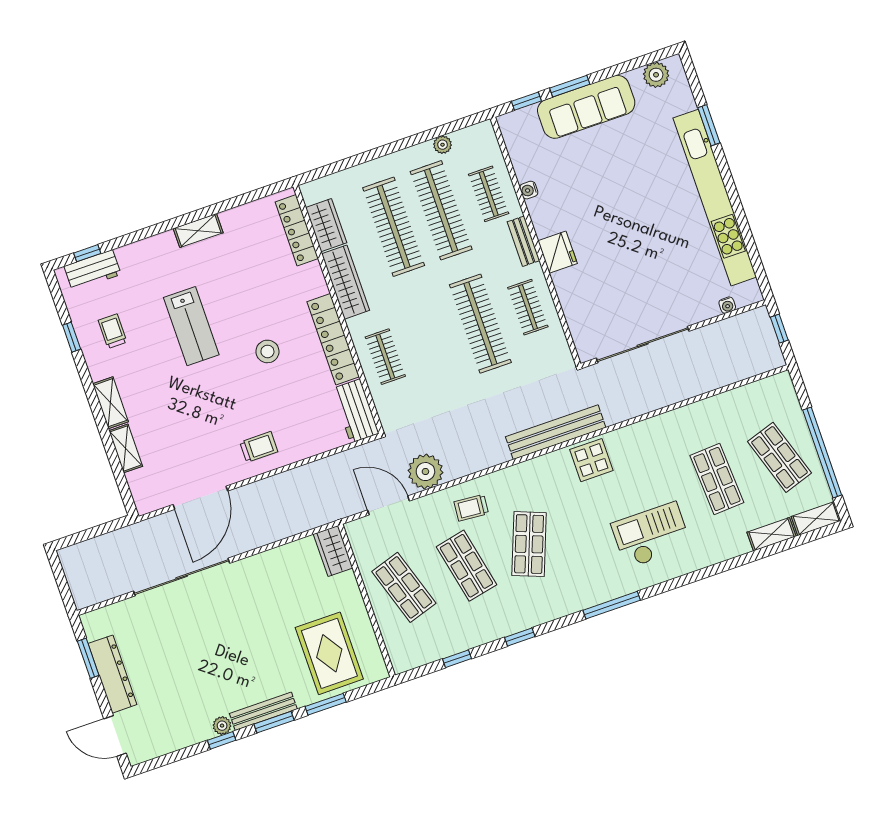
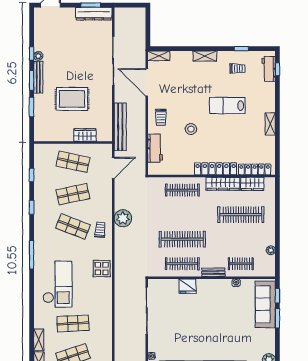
sofa: (586, 107) -> (265, 304), moved
clothes rail: (441, 210) -> (241, 239), removed
fridge: (558, 252) -> (187, 286), moved
clothes rail: (528, 307) -> (182, 264), width x1.36
locker: (333, 339) -> (216, 169), moved
stool: (267, 351) -> (191, 129), moved
clothes rail: (385, 357) -> (182, 190), width x1.36
workbench: (355, 411) -> (155, 148), moved, turned 90
bench: (556, 432) -> (120, 127), moved
shelving: (126, 448) -> (159, 56), moved
plant: (425, 472) -> (123, 218), moved
trolley: (471, 508) -> (100, 230), moved
checkout: (651, 535) -> (57, 284), width x1.36, depth x1.21
wardrobe: (333, 551) -> (85, 135), moved
shop shelf: (404, 587) -> (73, 162), turned 30
rug: (329, 653) -> (72, 99), moved
dresser: (112, 674) -> (94, 14), moved

